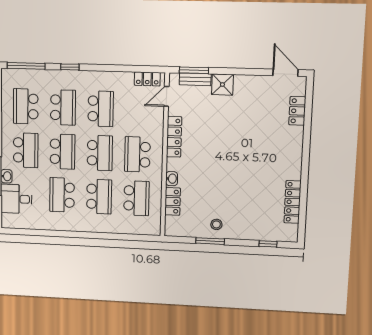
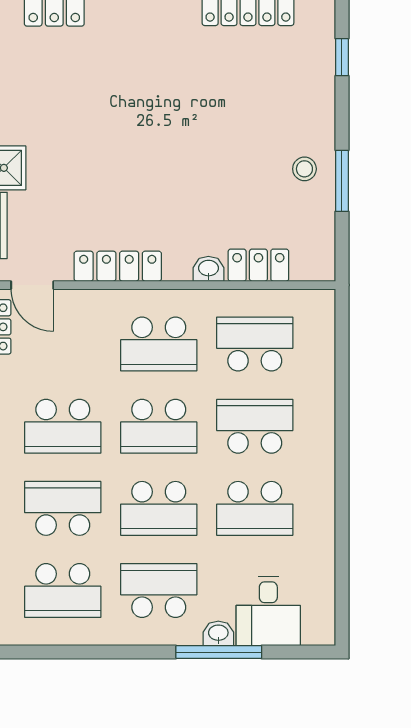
school desk: (101, 109) -> (63, 426), turned 180
school desk: (63, 152) -> (159, 508), turned 180
school desk: (100, 153) -> (159, 426), turned 180

